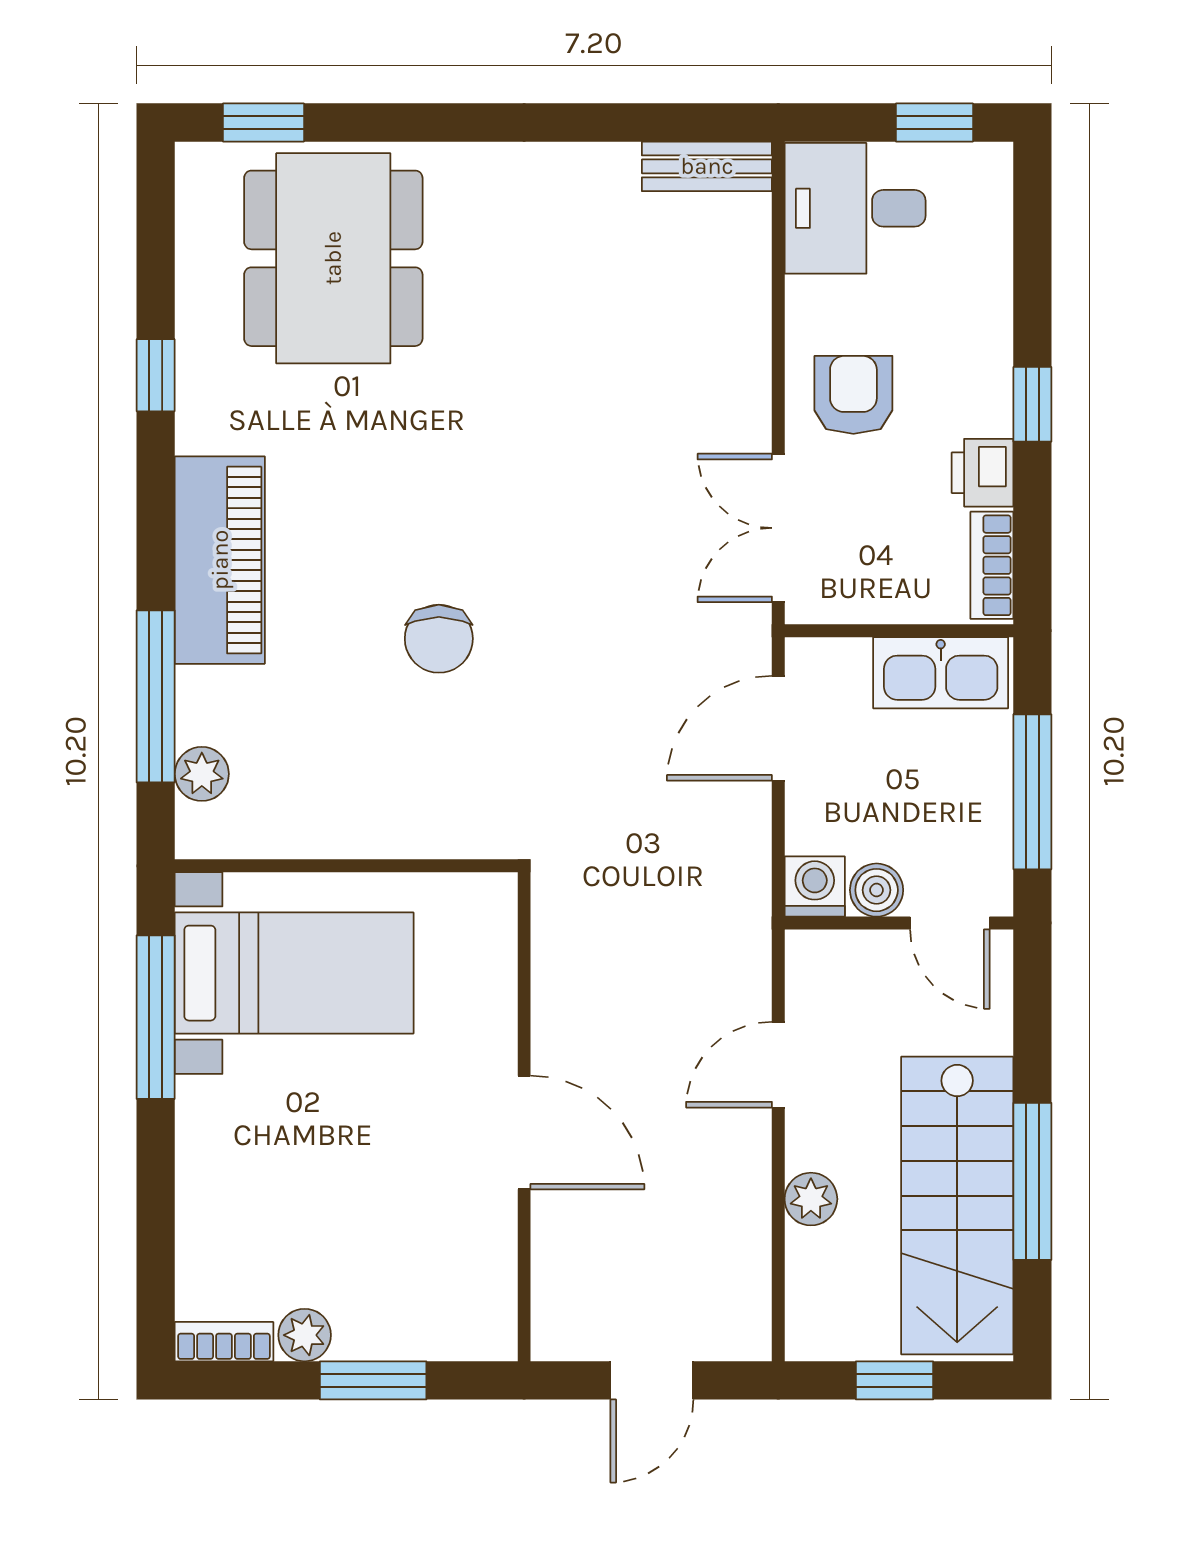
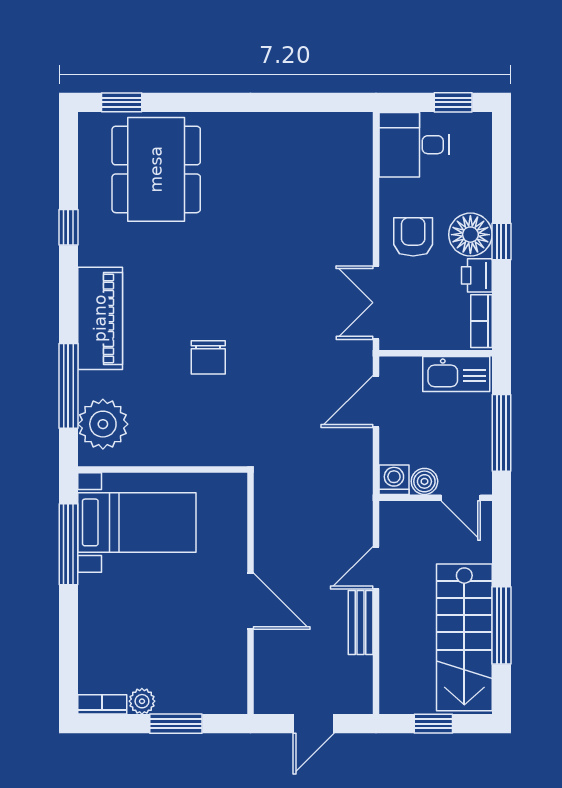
bench: (707, 166) -> (361, 622), moved, turned 90
floor lamp: (970, 390) -> (470, 235), added
plant: (202, 774) -> (103, 424), width x1.88, depth x1.88
plant: (811, 1199) -> (392, 634), removed

